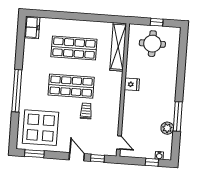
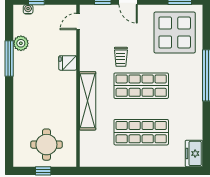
shelving: (118, 47) -> (88, 101), moved
fridge: (132, 84) -> (68, 63), moved
door: (119, 143) -> (78, 21), hinge flipped

